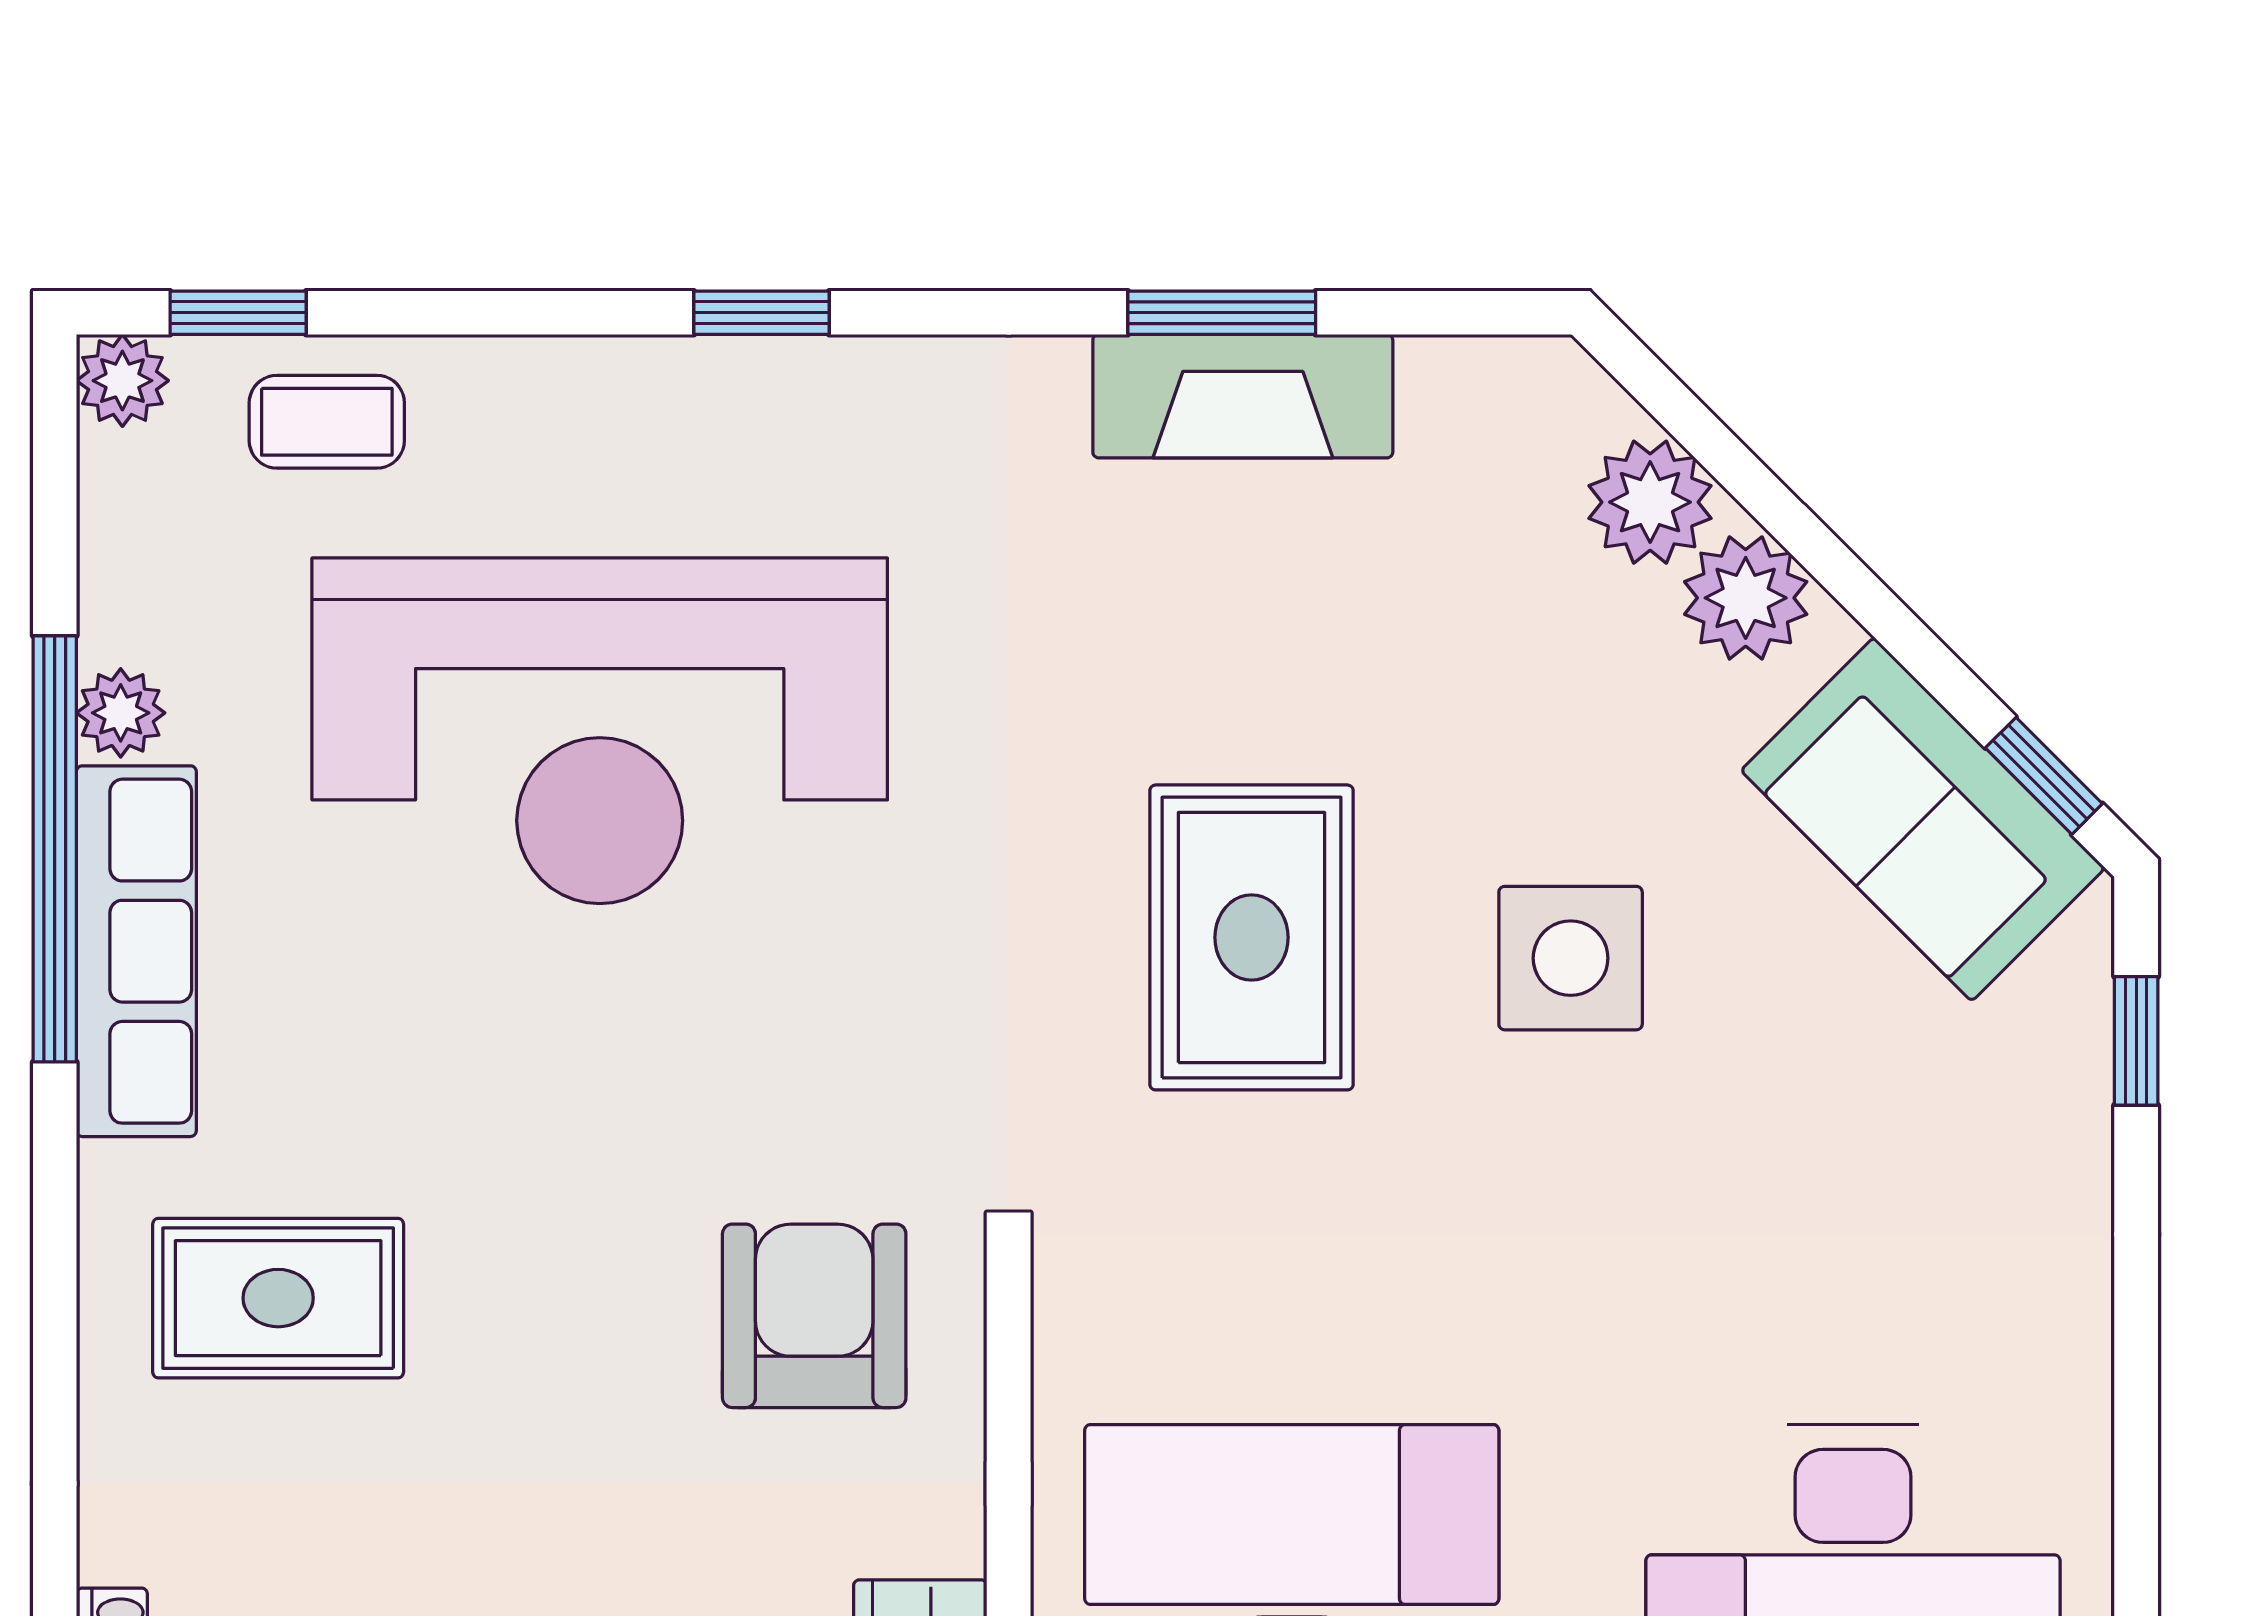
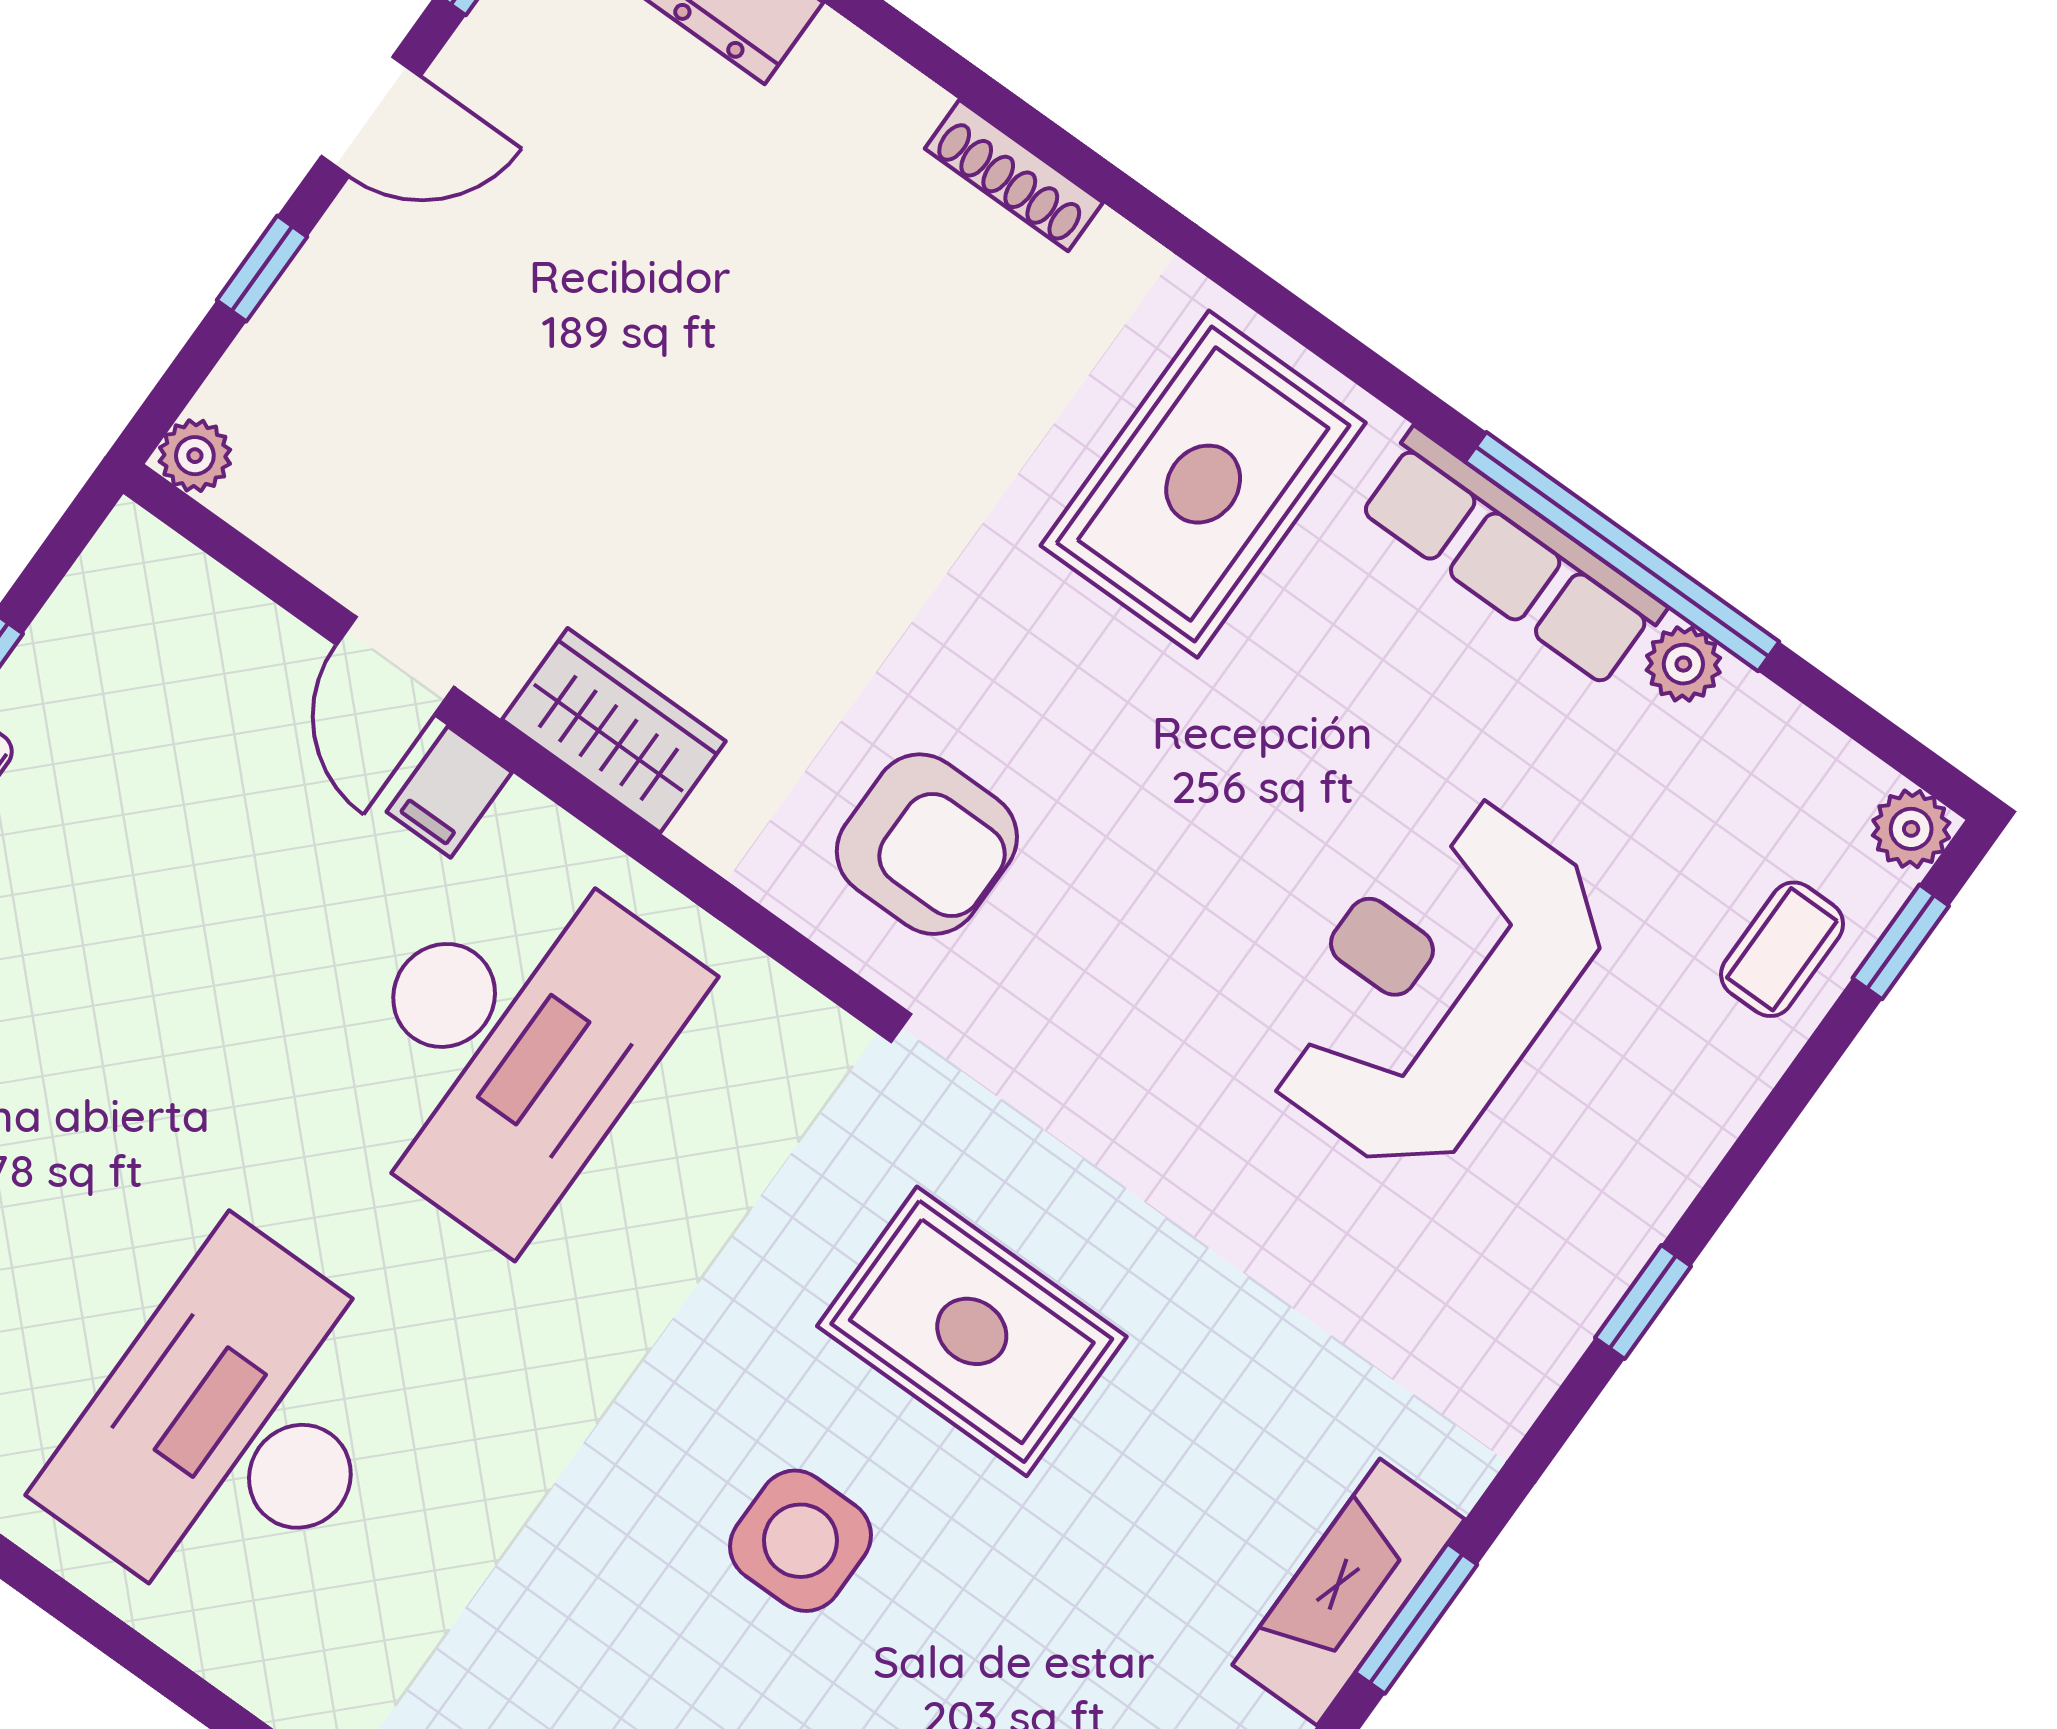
reception desk: (600, 731) -> (1435, 985), width x0.74, depth x0.77
rug: (278, 1298) -> (1203, 484), width x1.36, depth x1.43

